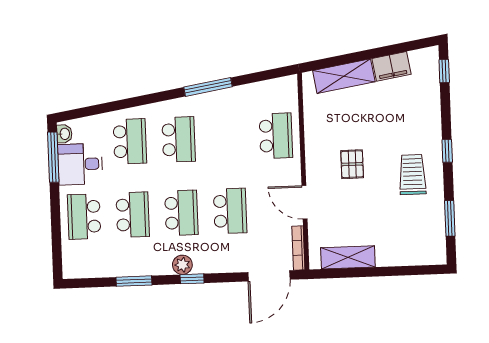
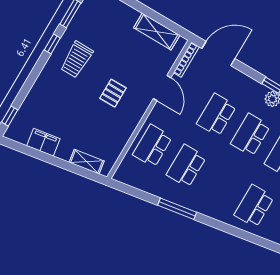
shelving: (344, 76) -> (87, 162), width x0.67, depth x0.75
school desk: (179, 139) -> (186, 166), moved
window: (447, 151) -> (52, 44), moved

